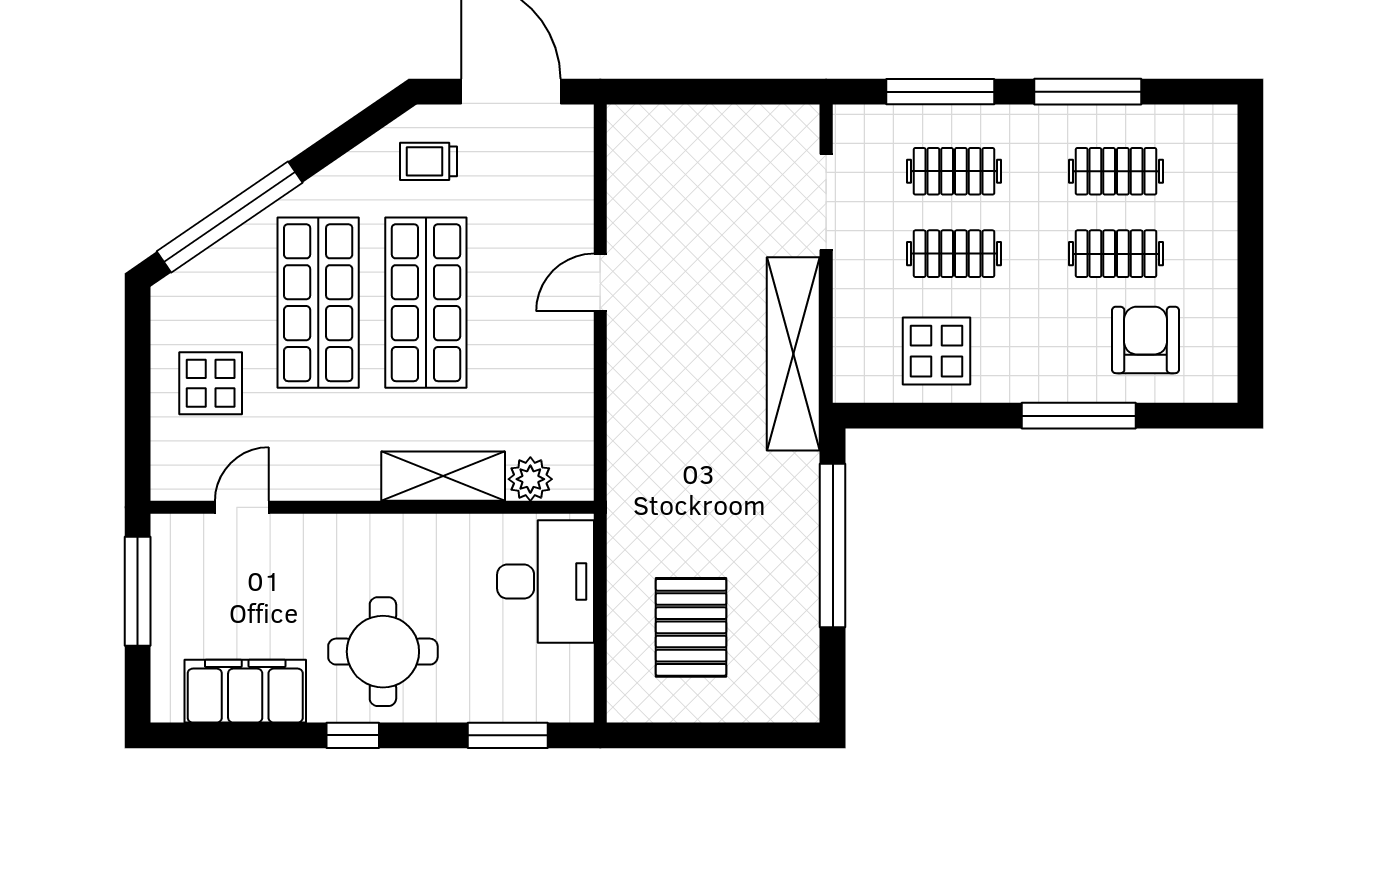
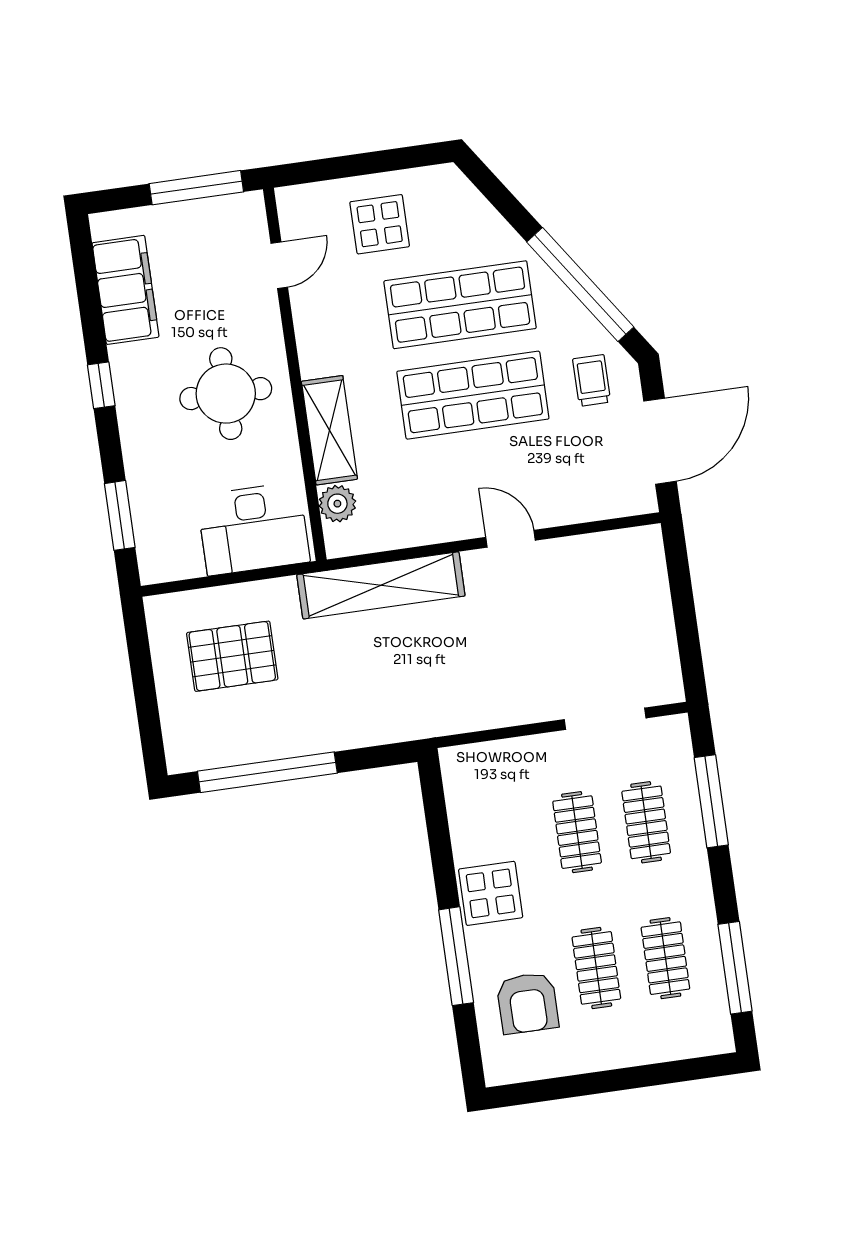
window: (1088, 92) -> (735, 968), moved
window: (230, 217) -> (580, 284), moved
armchair: (1146, 340) -> (528, 1003), turned 90
display table: (936, 351) -> (491, 893), moved
shelving: (793, 354) -> (381, 585), moved
door: (242, 507) -> (279, 265), hinge flipped
window: (833, 546) -> (267, 772), moved
round table: (383, 652) -> (226, 394), moved

